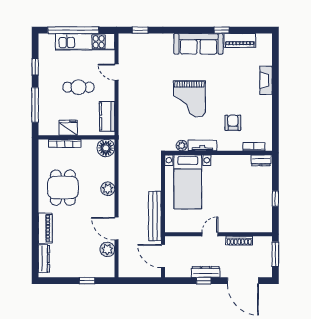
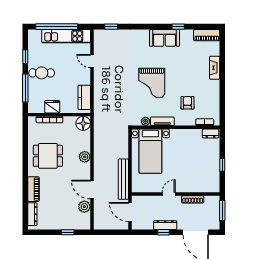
piano: (240, 40) -> (207, 35), moved
sofa: (198, 44) -> (164, 38), width x0.73
cafe table: (78, 87) -> (42, 73), moved
dining table: (63, 188) -> (48, 156), turned 90

